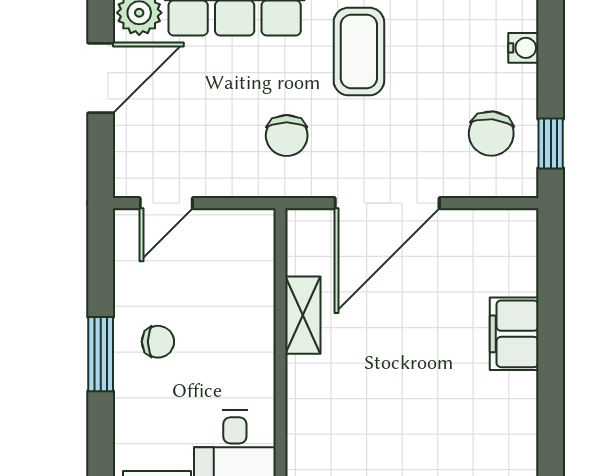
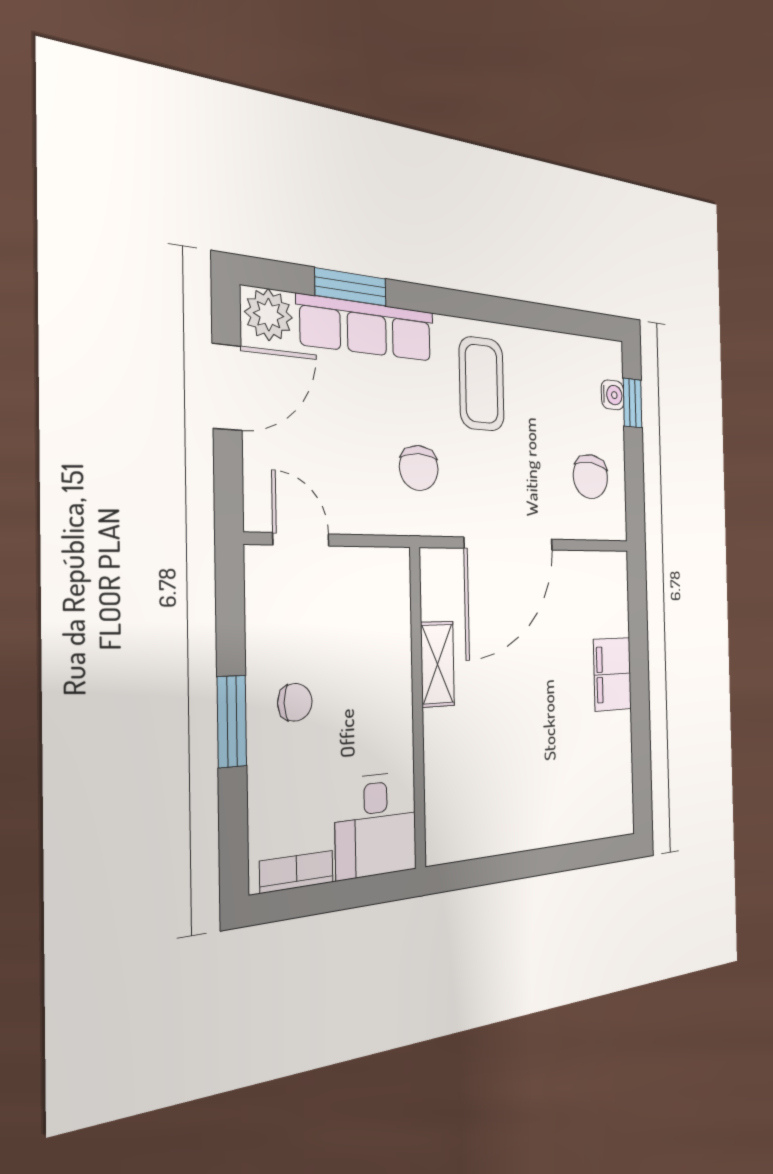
window: (551, 143) -> (633, 403), moved
door: (166, 203) -> (301, 539), swing flipped

